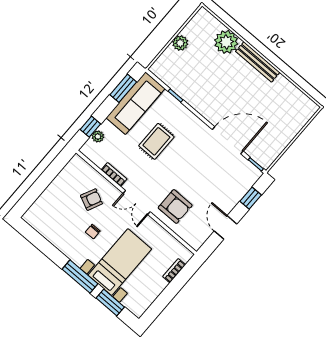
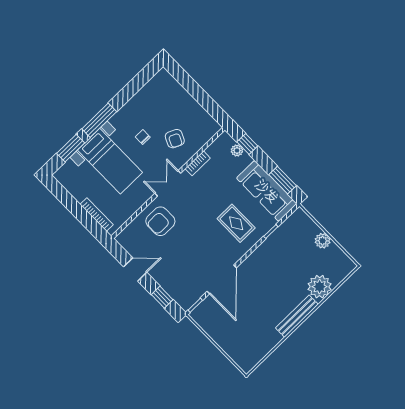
rug: (156, 141) -> (236, 223), moved
bookcase: (174, 271) -> (97, 215), width x1.56

